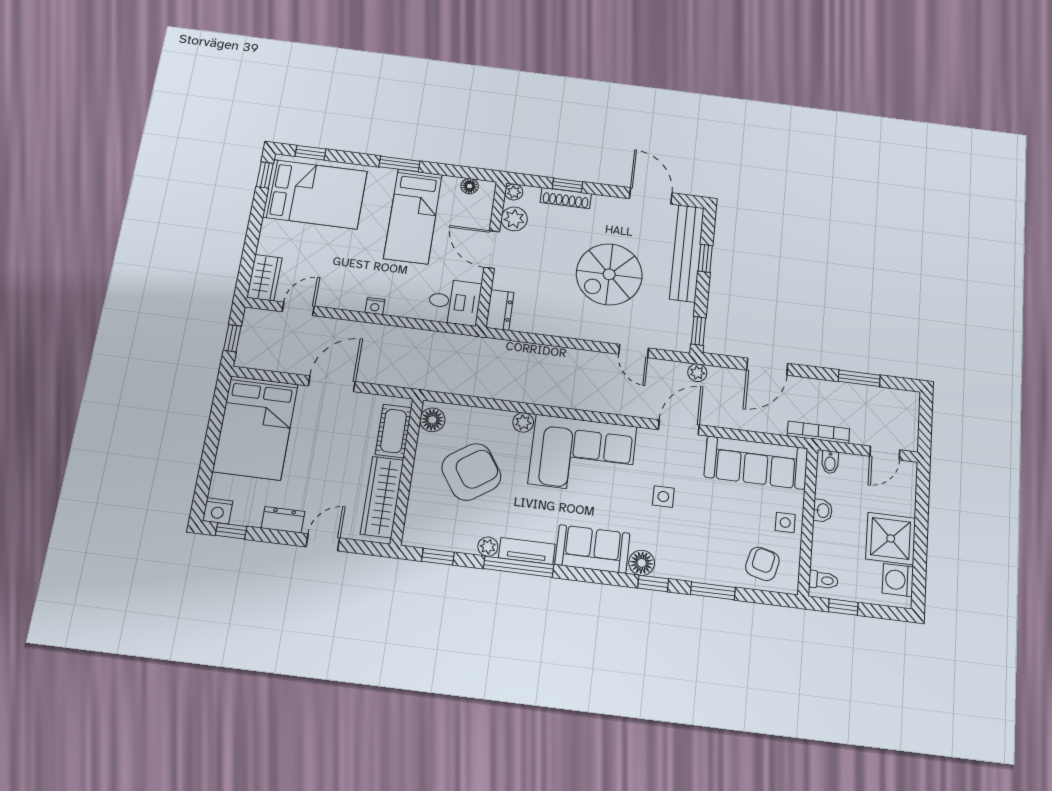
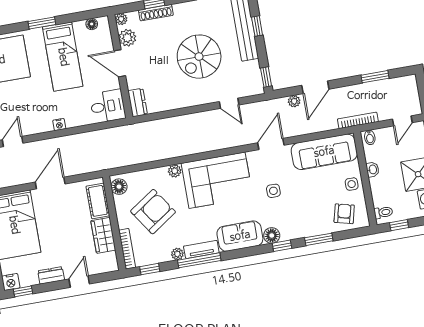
plant: (697, 373) -> (294, 101), moved
wardrobe: (382, 497) -> (103, 235), width x0.67
bookcase: (414, 515) -> (127, 249), added

